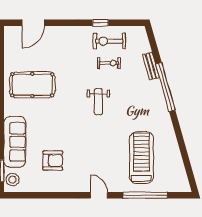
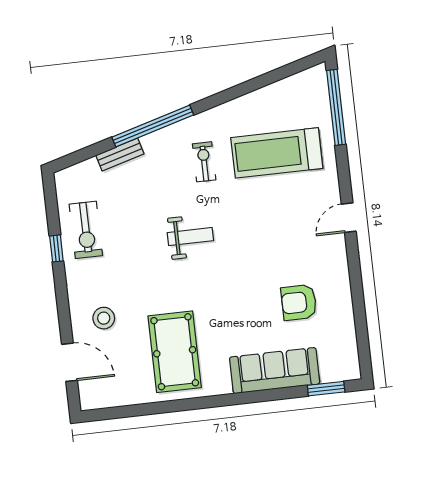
exercise bike: (109, 63) -> (204, 162), moved
armchair: (53, 160) -> (299, 302), turned -90
stool: (12, 180) -> (104, 318), moved
window: (145, 195) -> (336, 107), moved

